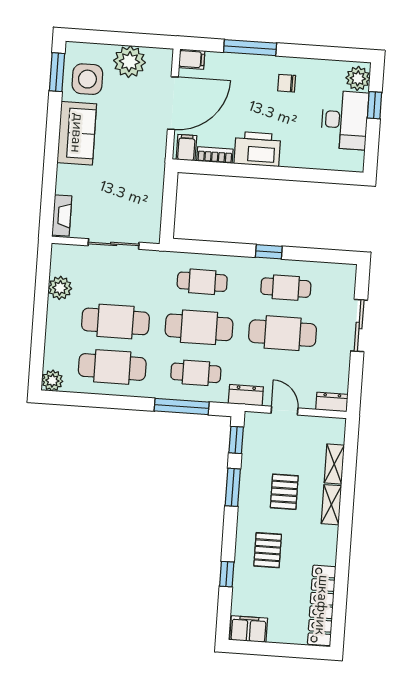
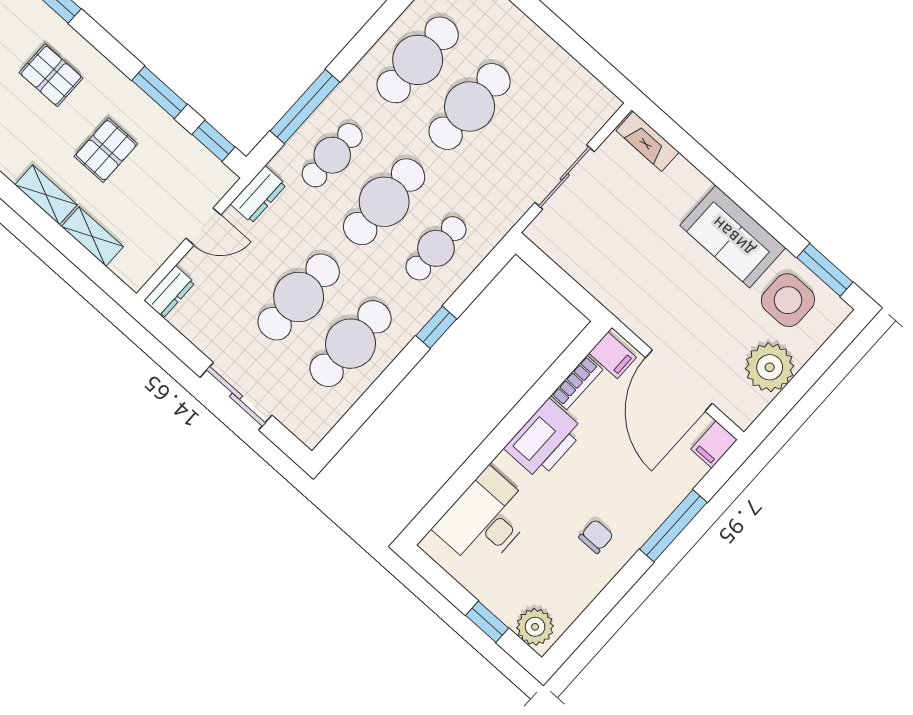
desk: (345, 120) -> (485, 519), moved, turned 90
window: (269, 252) -> (436, 327), moved
plant: (60, 288) -> (562, 71), removed
cafe table: (286, 288) -> (351, 344), width x1.37, depth x1.35
pallet: (284, 492) -> (106, 150), turned 90

